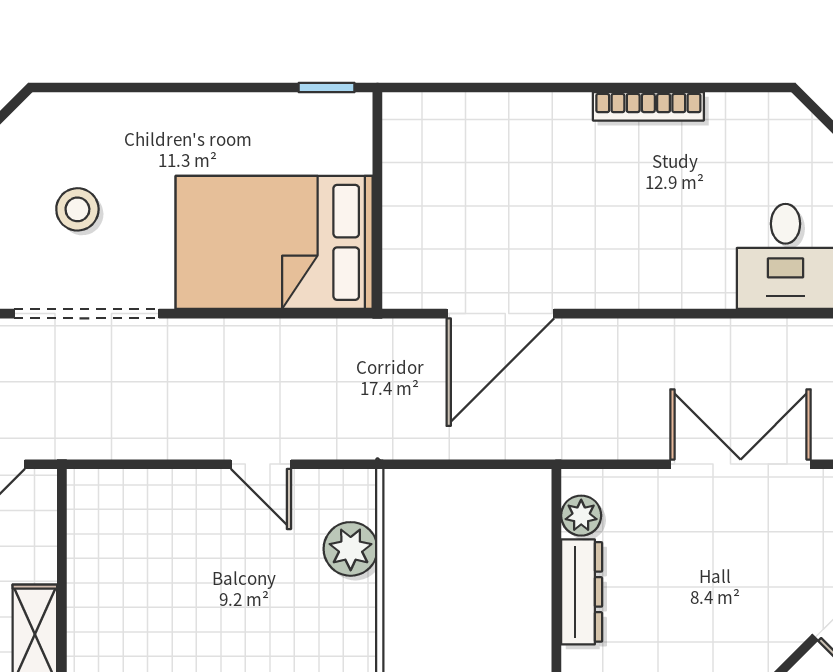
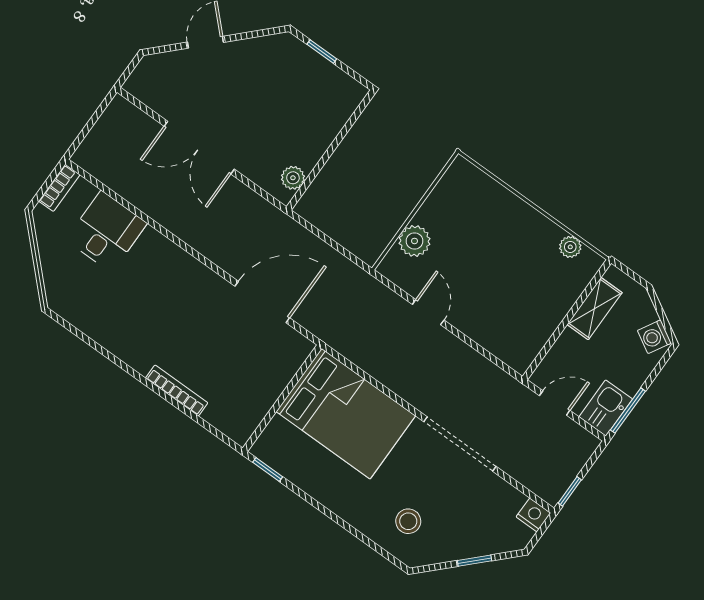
bookcase: (648, 106) -> (177, 390), moved
stool: (77, 209) -> (408, 521), moved
dresser: (582, 592) -> (319, 141), removed

